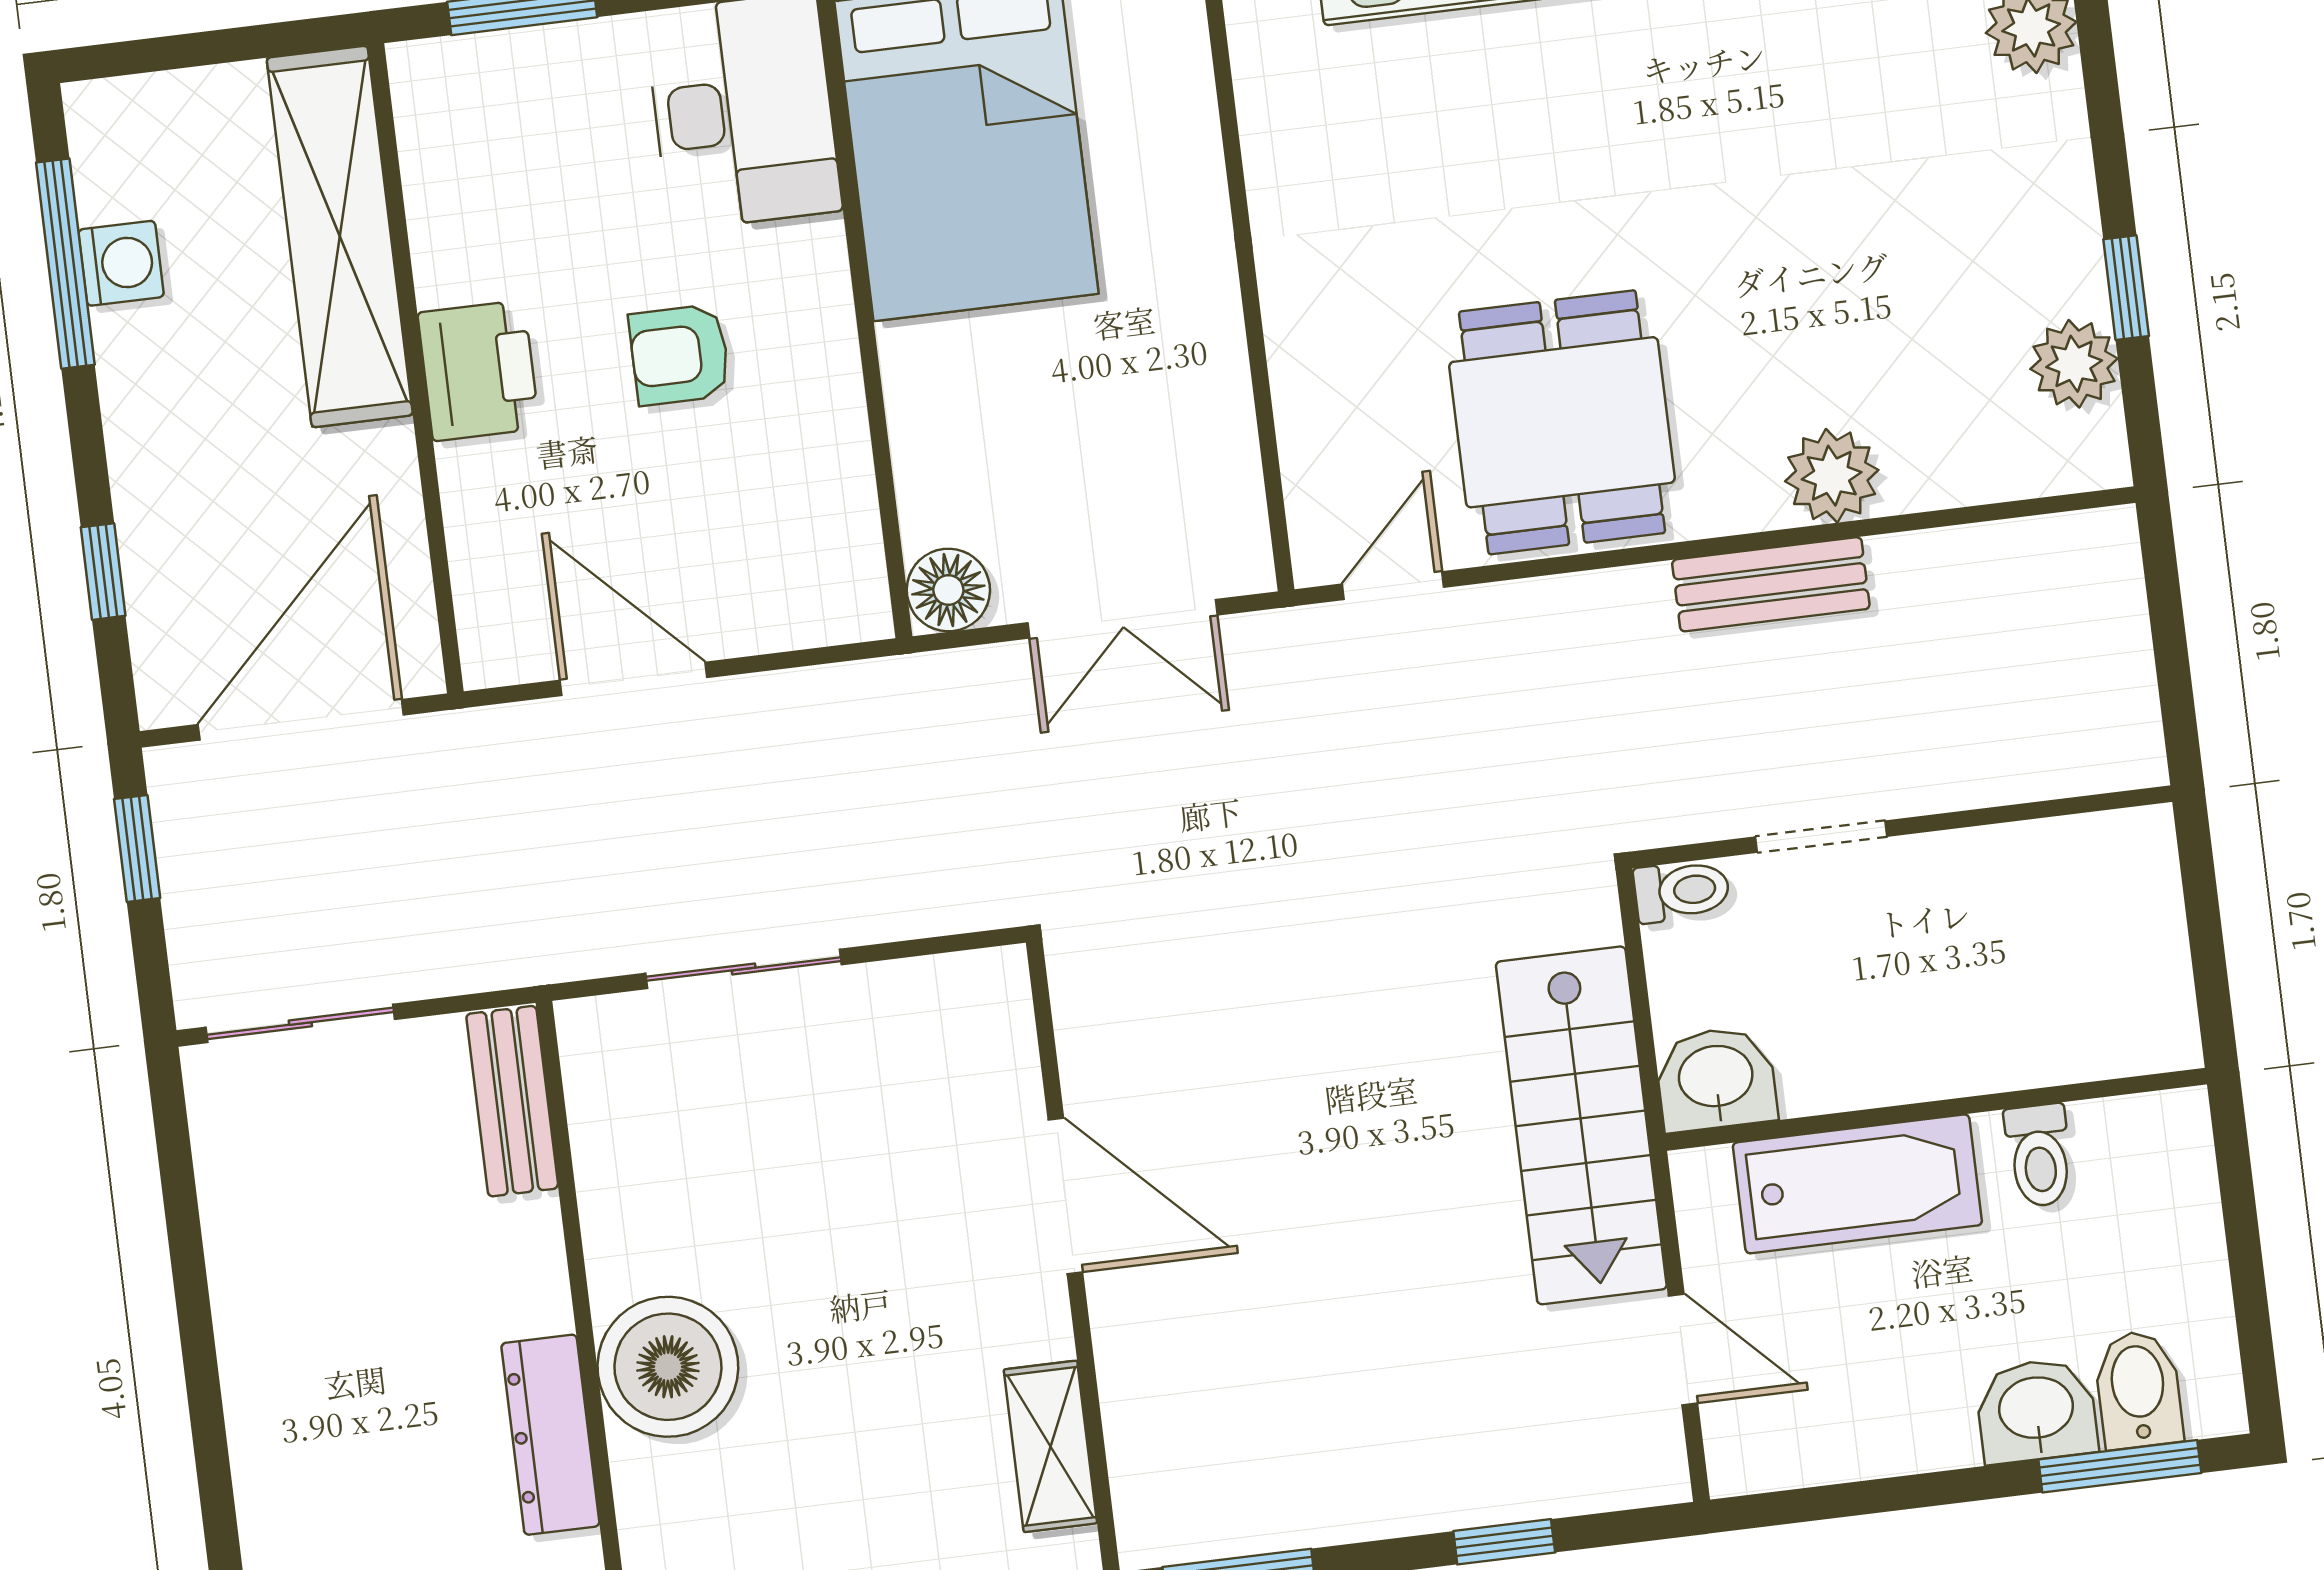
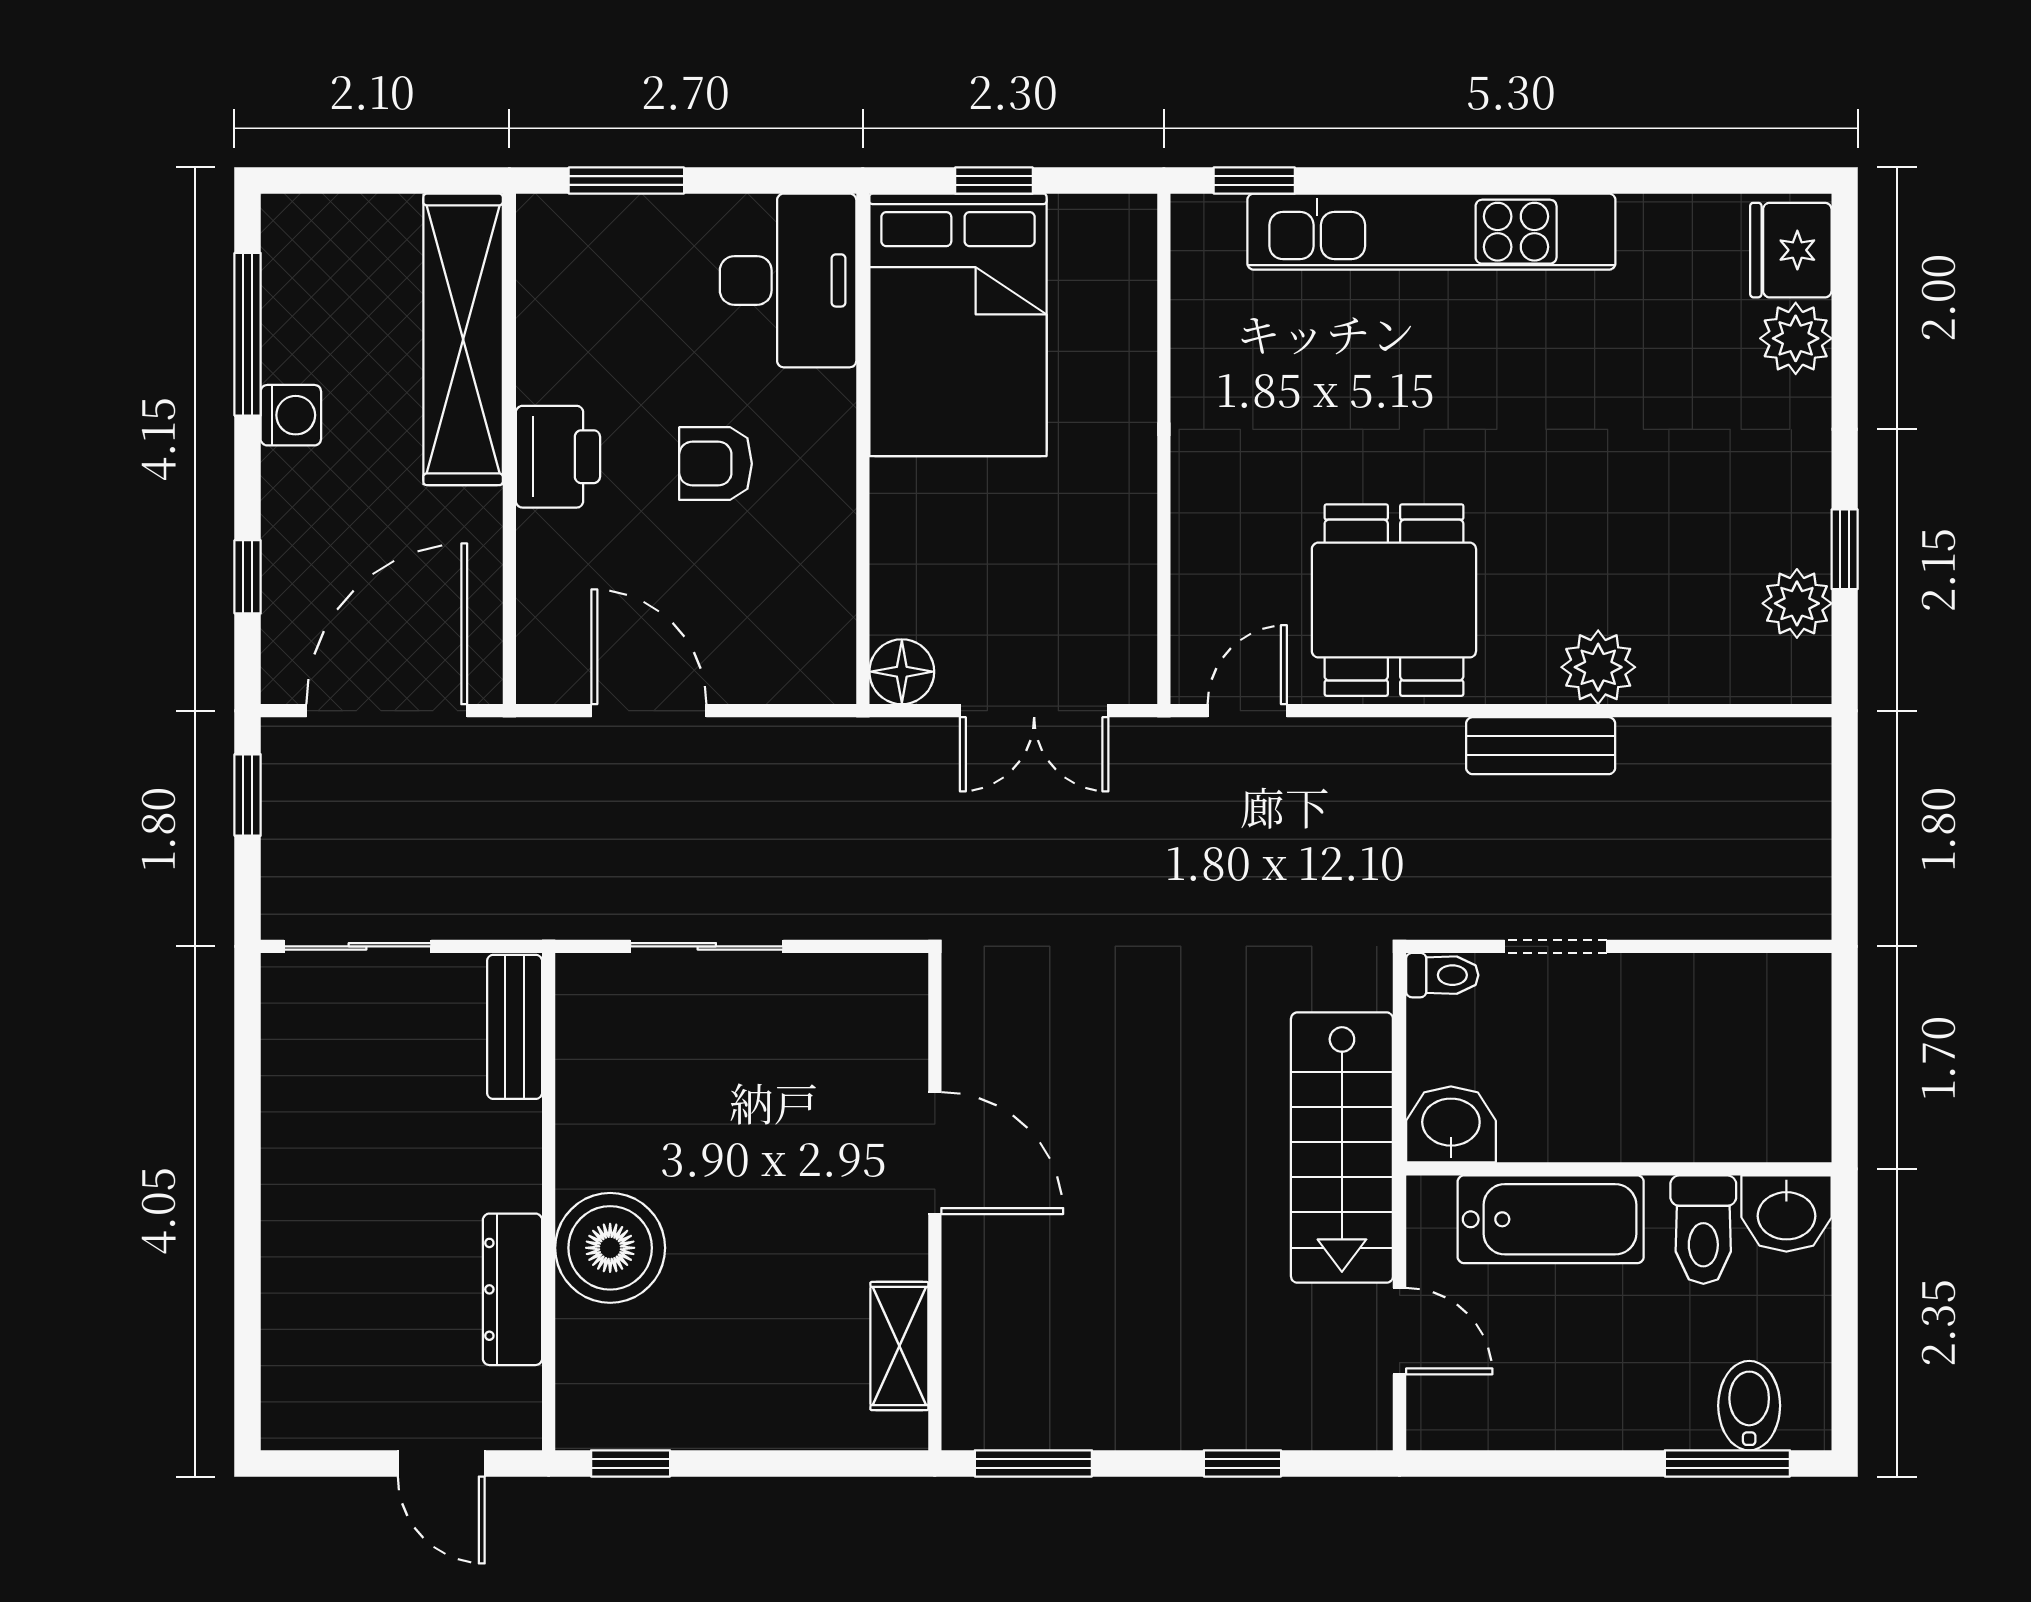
washing machine: (121, 263) -> (291, 415), moved
toilet: (2039, 1155) -> (1703, 1230), width x1.37, depth x1.39
washbasin: (2036, 1411) -> (1786, 1214), moved, turned 180

